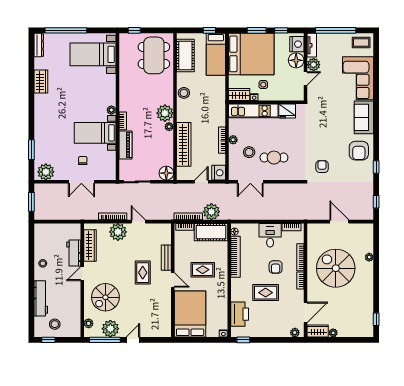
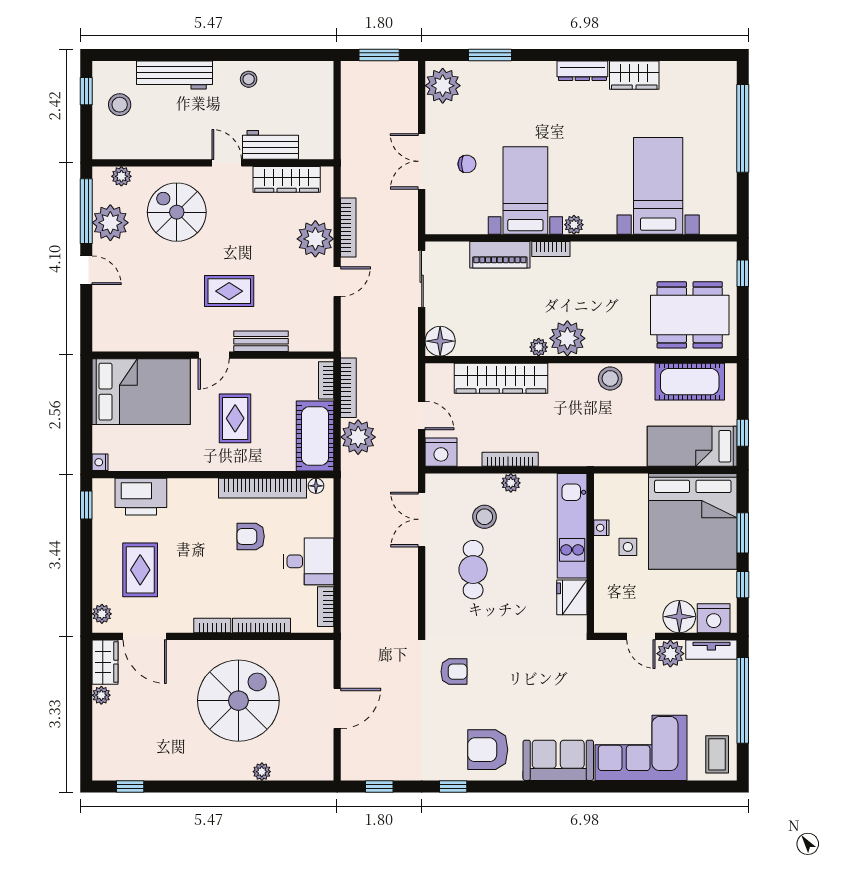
dresser: (39, 45) -> (582, 71), moved
bed with nightstands: (93, 54) -> (658, 186), moved
wardrobe: (239, 95) -> (607, 496), removed
armchair: (276, 267) -> (251, 536), moved
rug: (266, 293) -> (140, 570), moved

